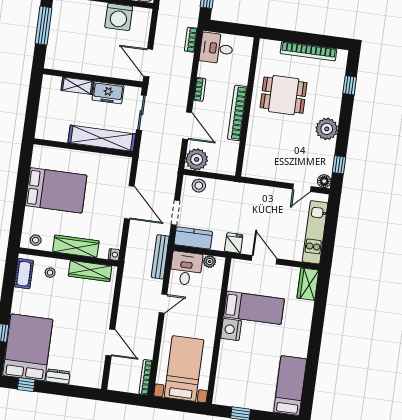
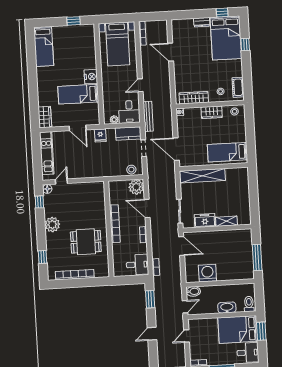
shelving: (102, 138) -> (202, 176), moved
wall: (83, 148) -> (214, 167), moved
bed: (56, 190) -> (227, 152), width x0.67
wardrobe: (76, 246) -> (212, 112), width x0.67

